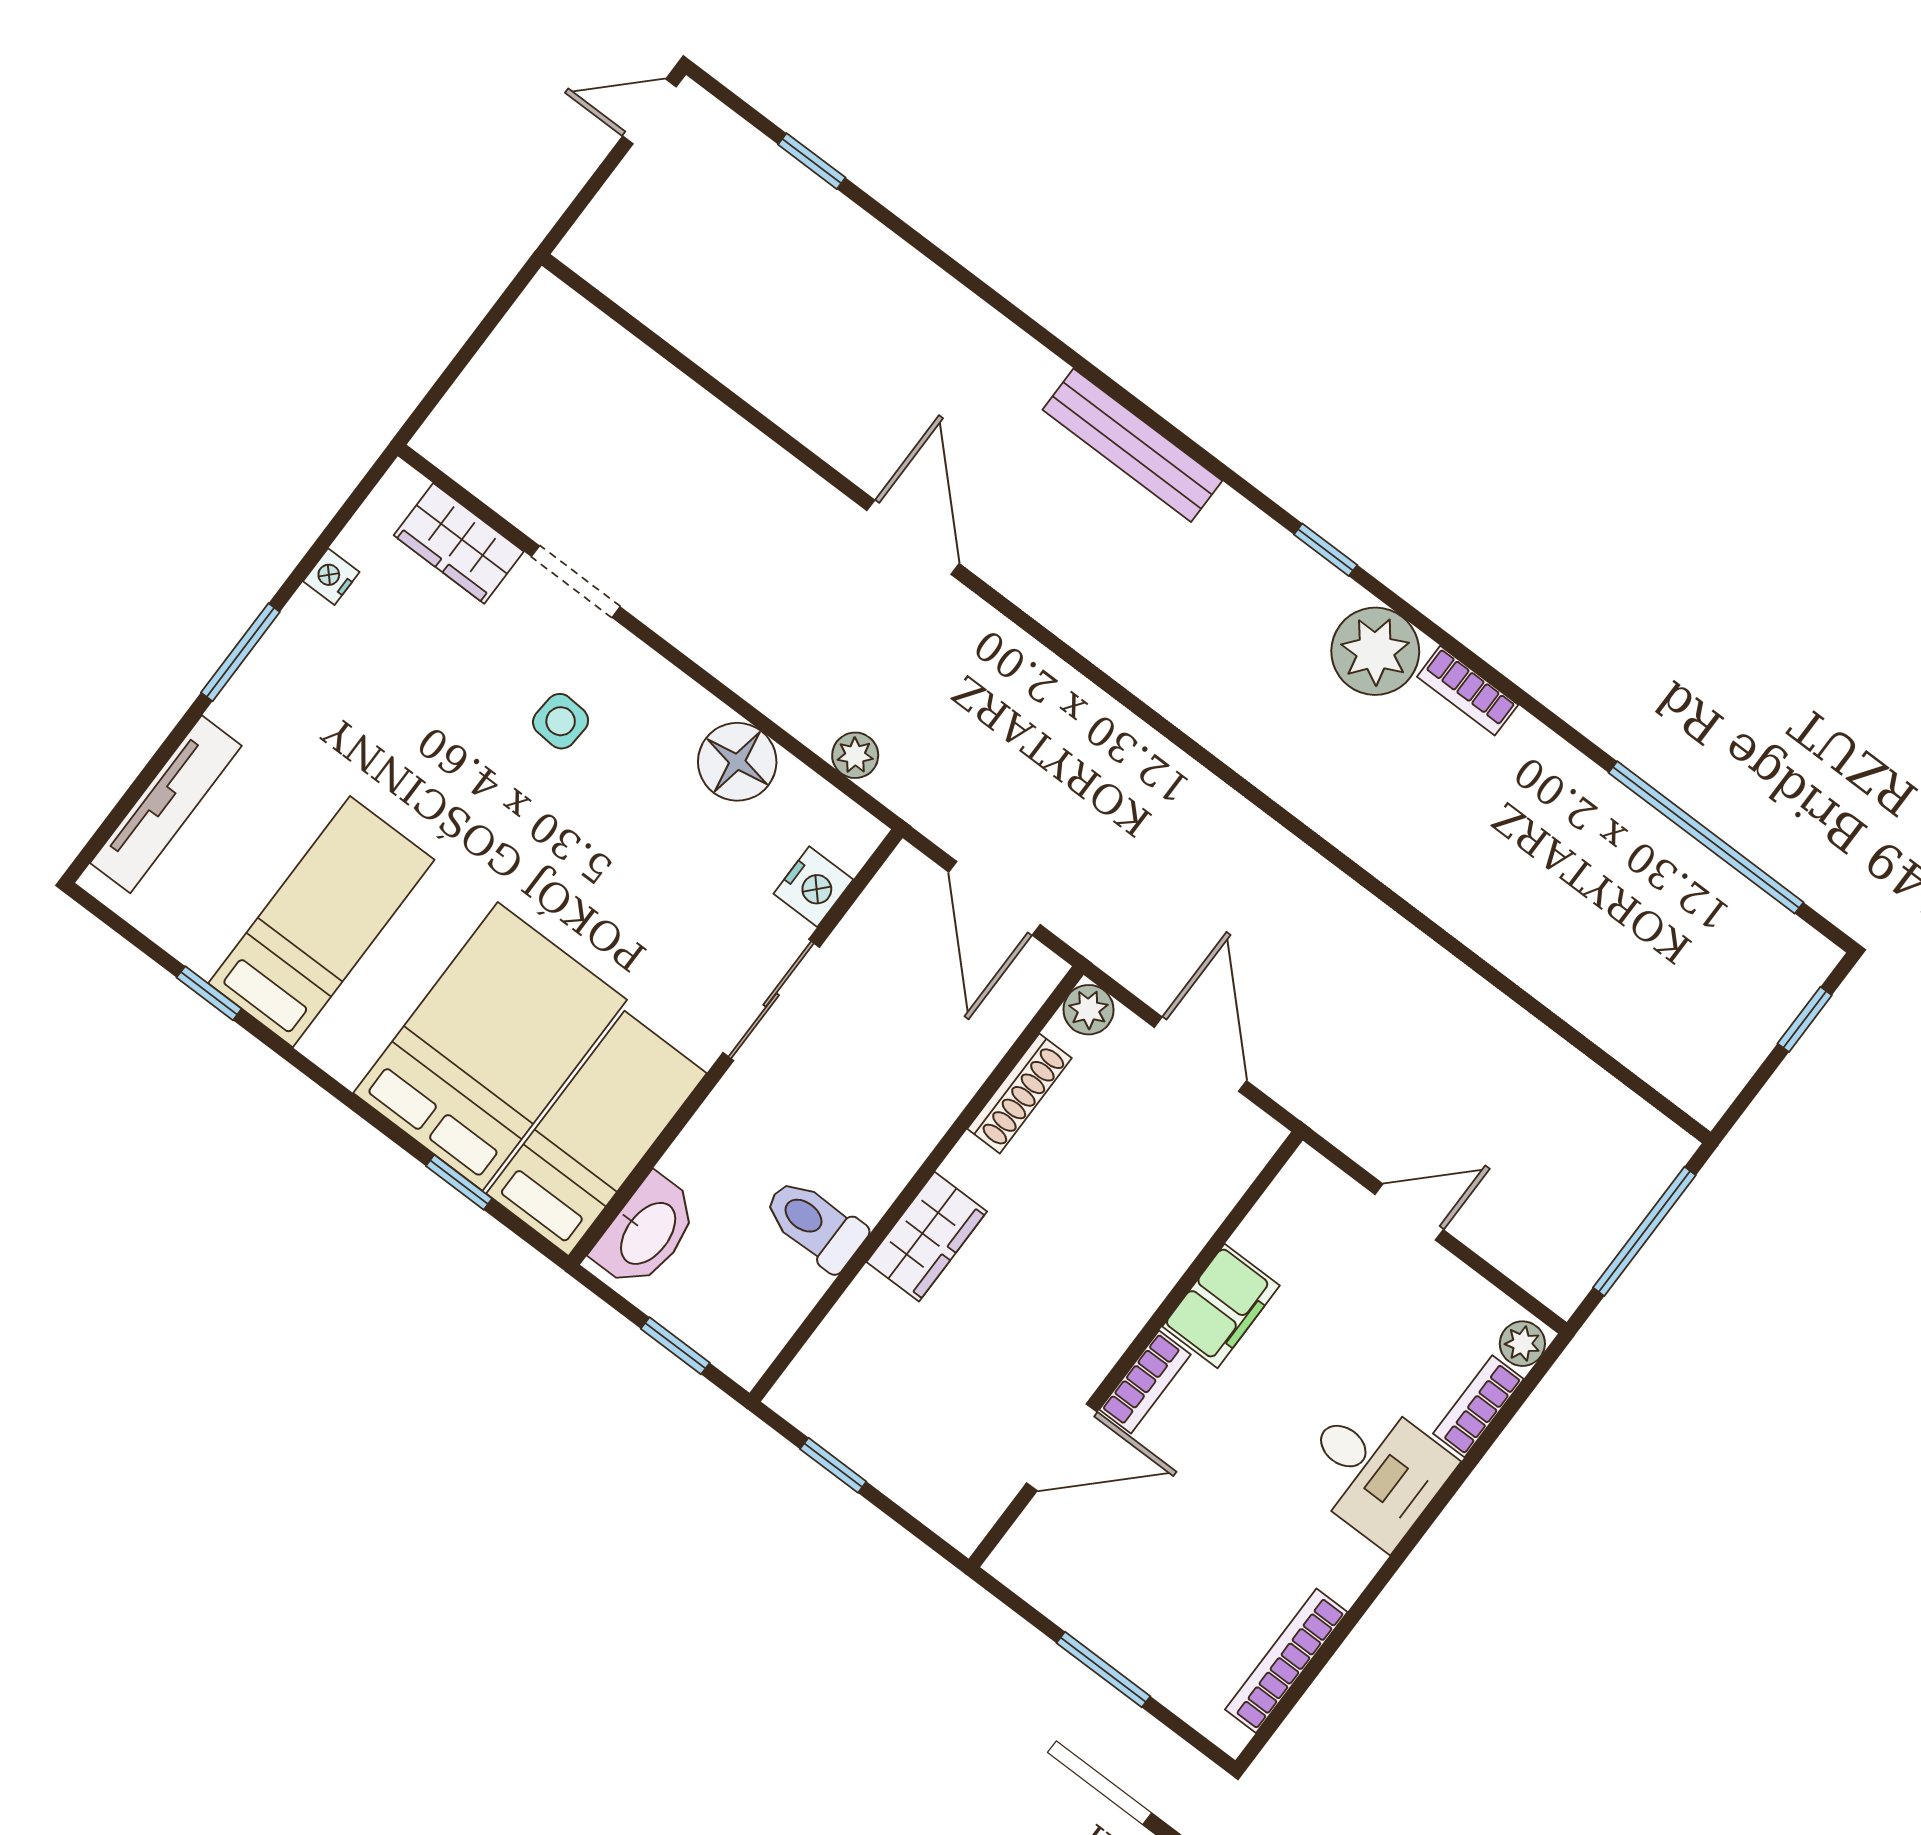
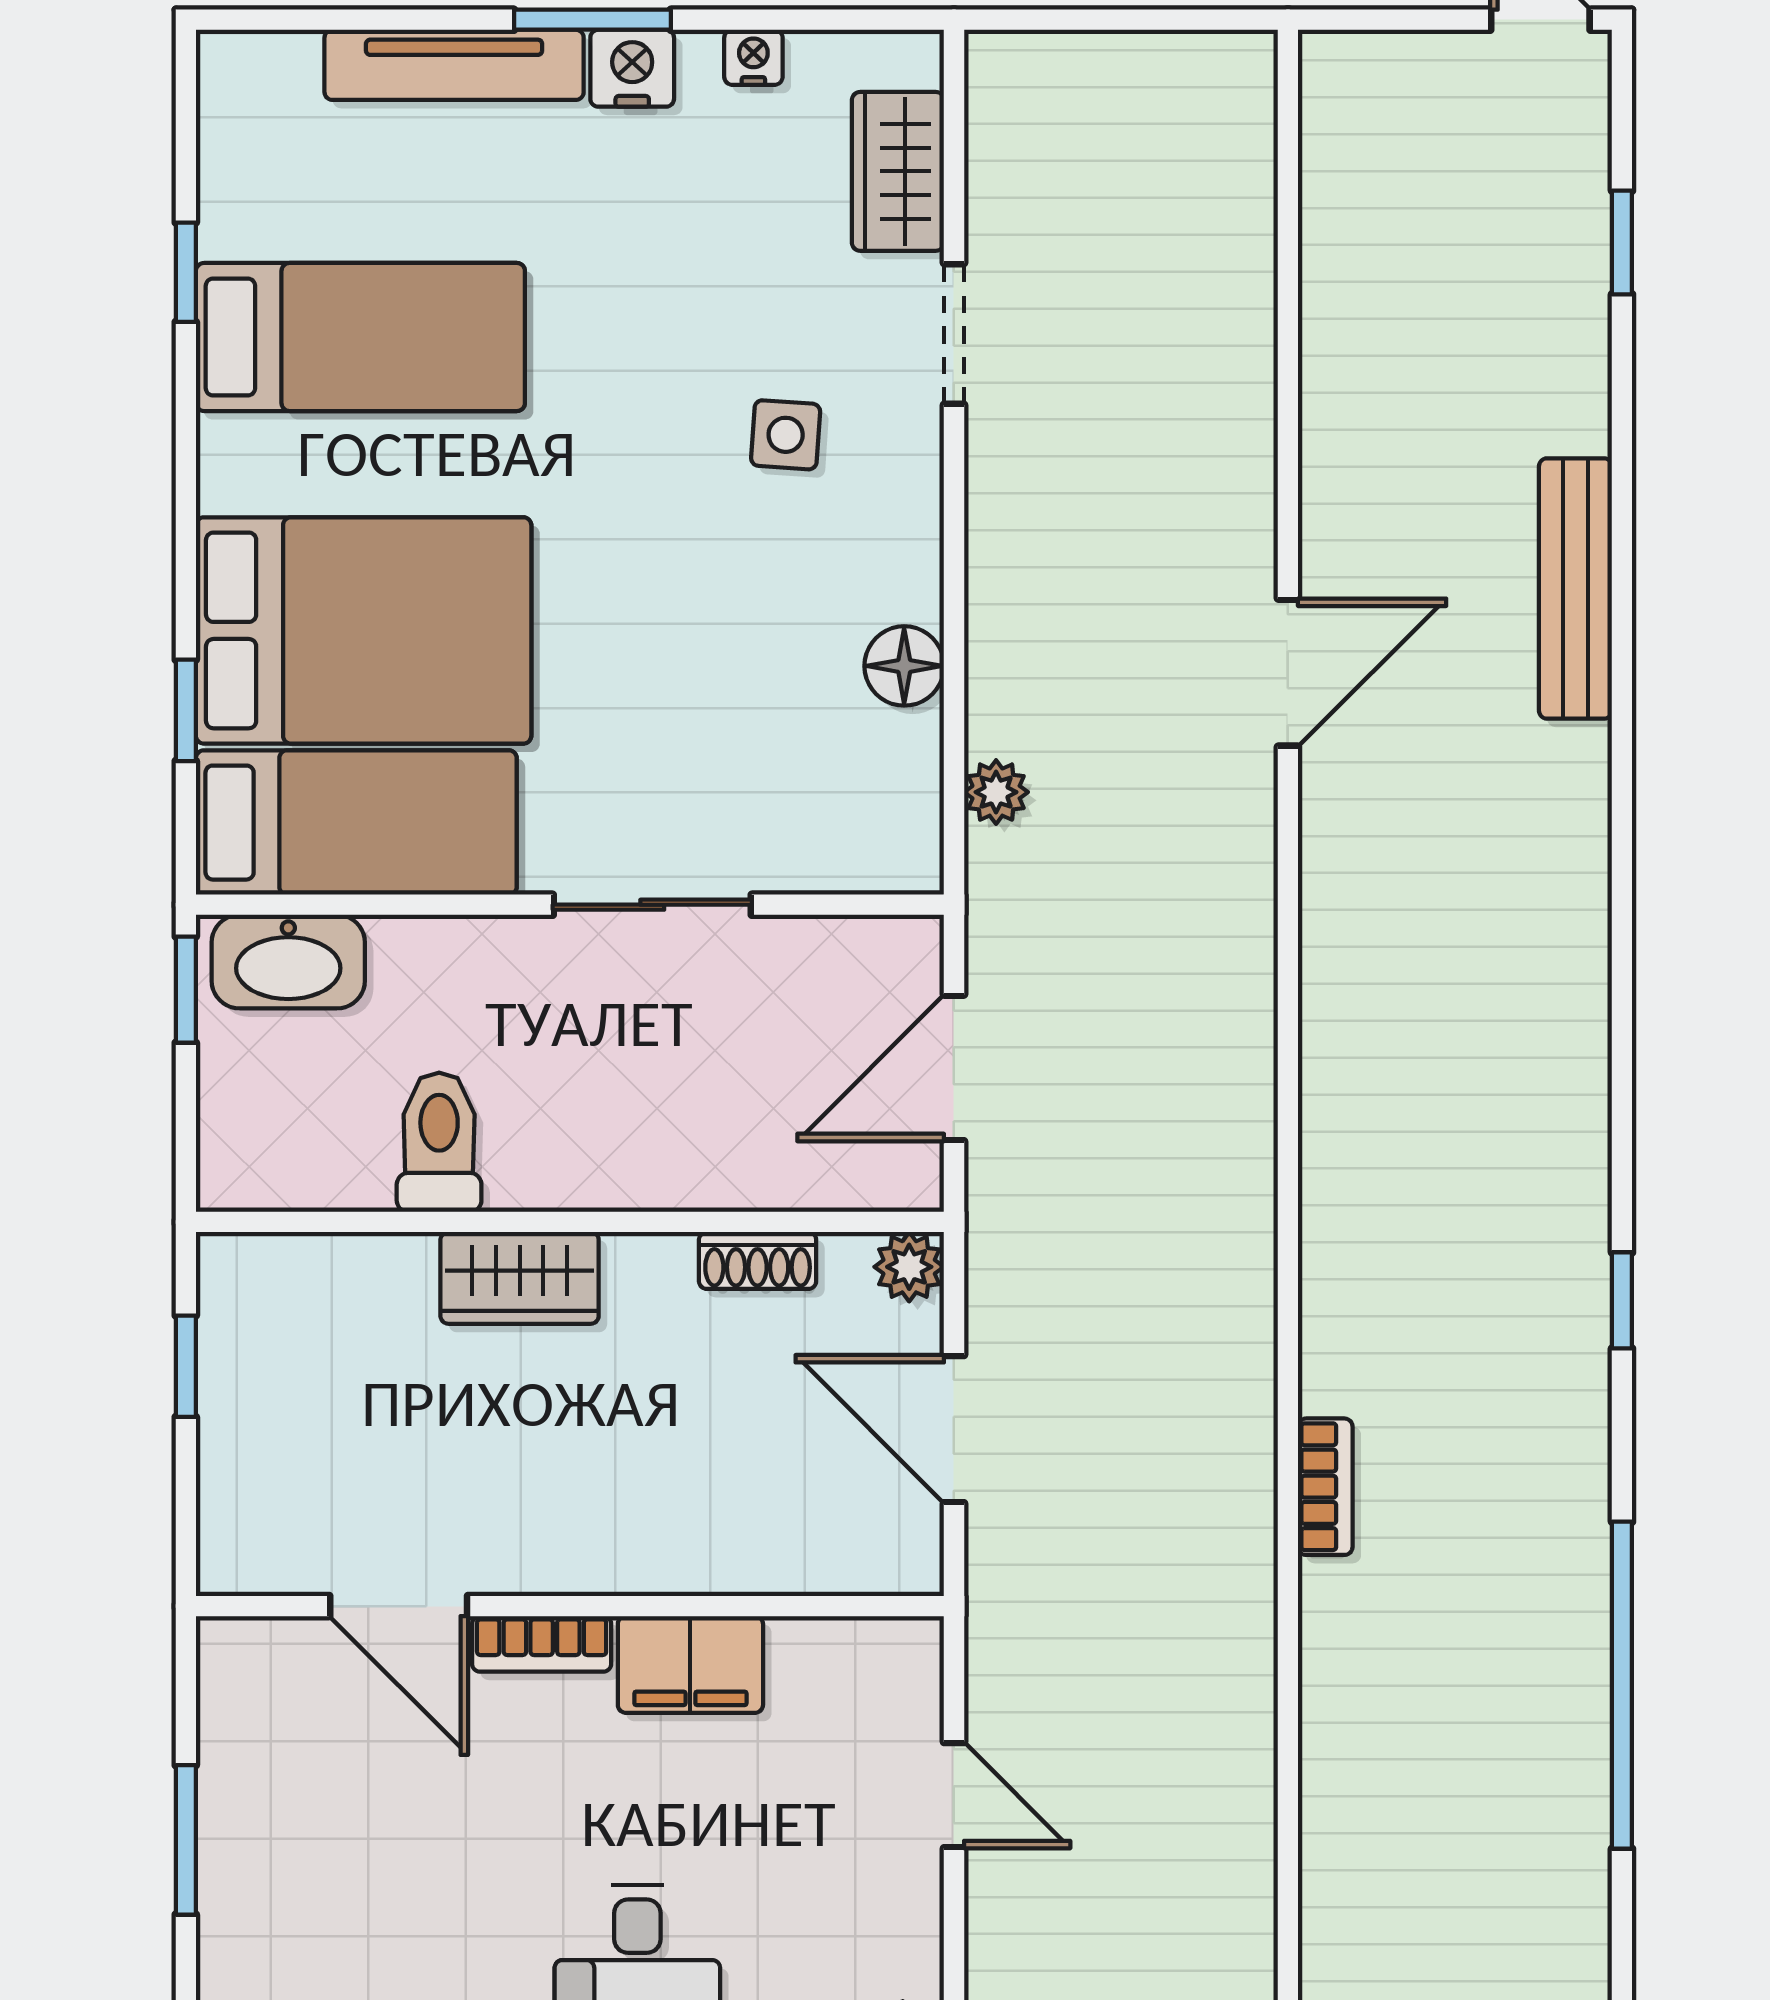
bench: (1132, 445) -> (1575, 588), moved
window: (1326, 550) -> (1622, 1300), moved
plant: (1375, 651) -> (1551, 1284), removed
bookcase: (1468, 691) -> (1325, 1487), moved, turned 180
floor lamp: (737, 762) -> (904, 666), width x0.73, depth x0.73
tv unit: (166, 804) -> (454, 65), moved
window: (1706, 837) -> (1622, 1685), moved
nightstand: (813, 887) -> (632, 68), moved, turned 180
door: (1200, 1054) -> (954, 1429), swing flipped
shoe rack: (1019, 1093) -> (758, 1260), width x0.70
window: (675, 1346) -> (186, 990), moved

